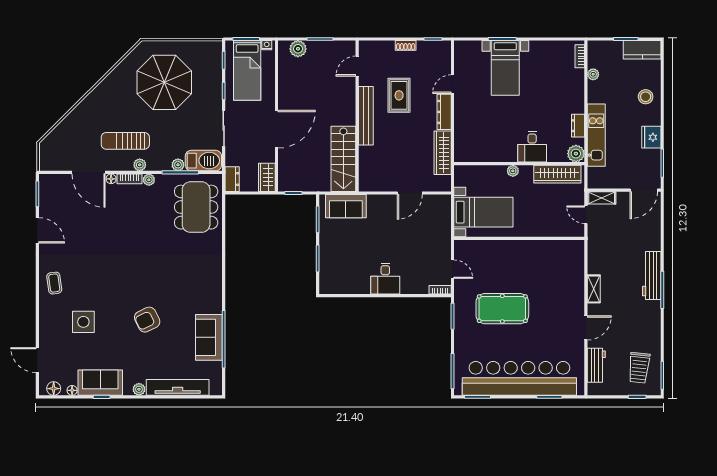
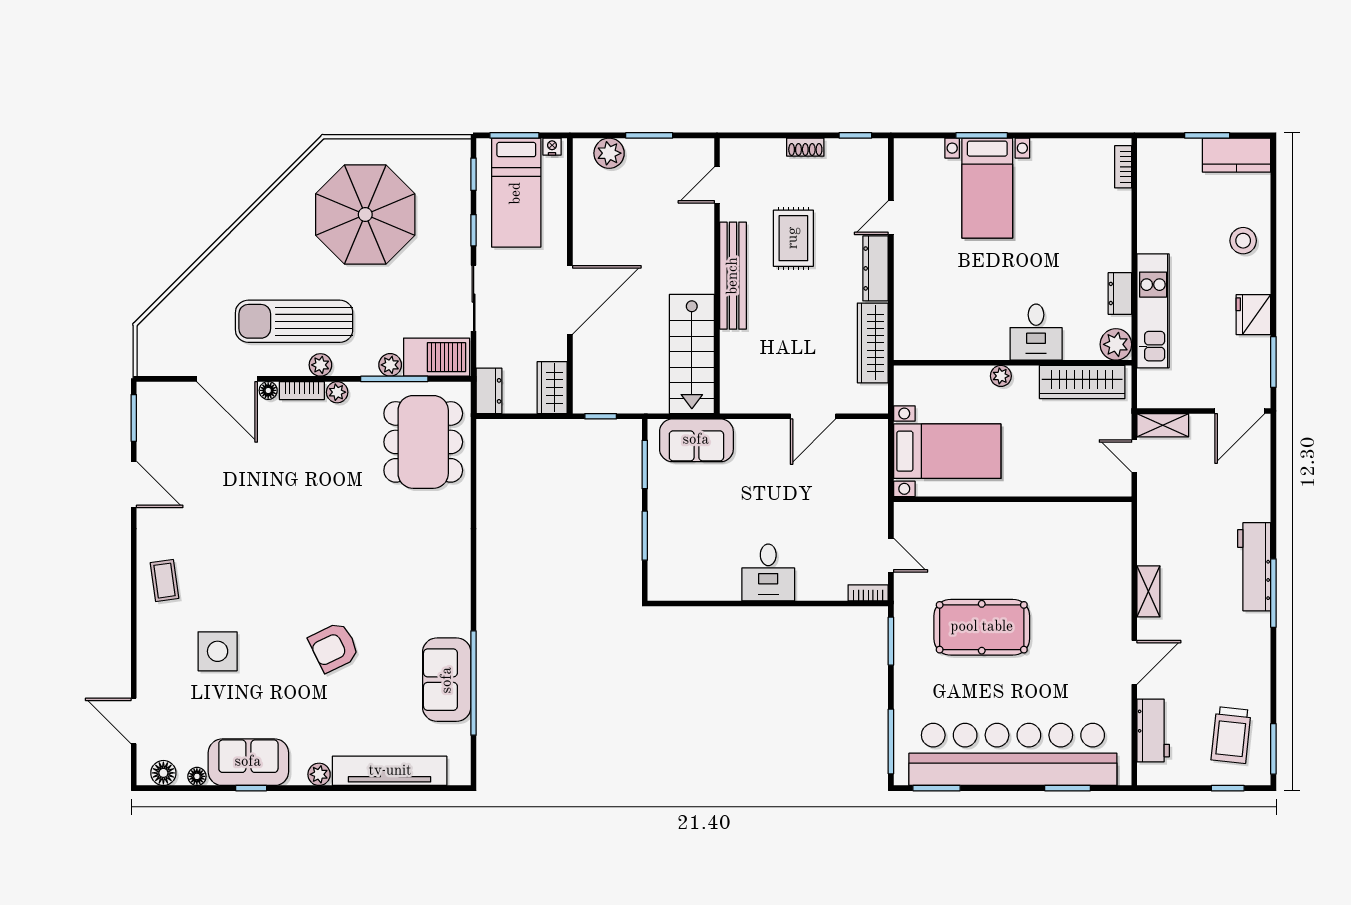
plant: (593, 74) -> (1147, 200), removed
sun lounger: (125, 141) -> (294, 321), width x1.36, depth x1.34

